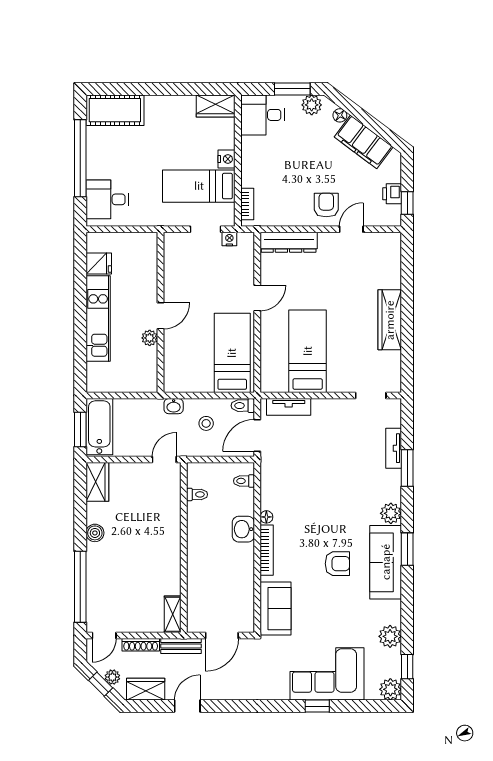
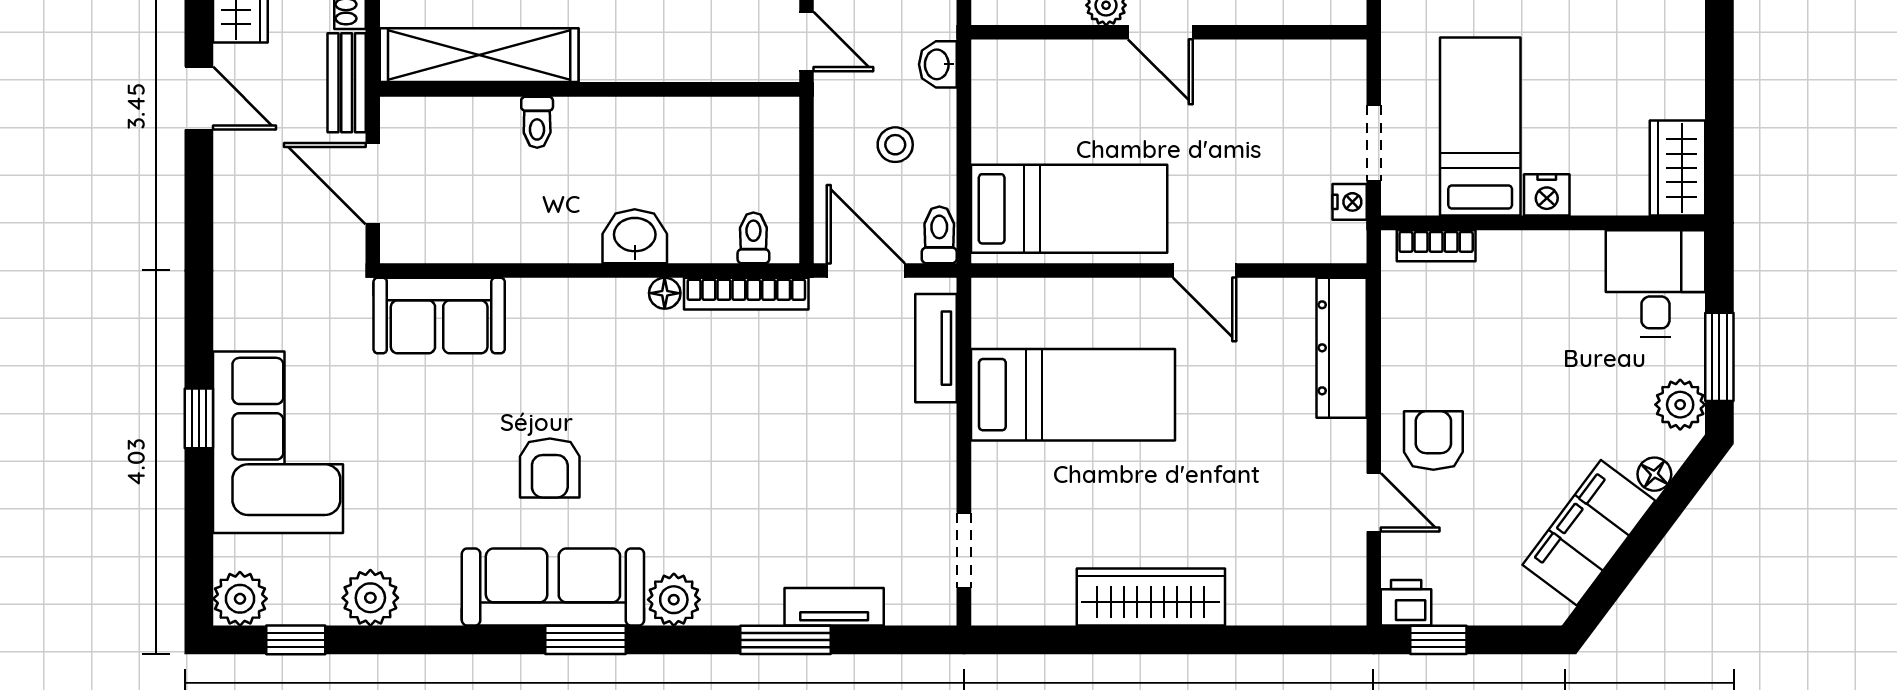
printer: (392, 194) -> (1406, 603), moved
armchair: (326, 205) -> (1433, 440), turned -90
toilet: (197, 494) -> (537, 122), moved
bookcase: (267, 550) -> (746, 294), moved
shelving: (173, 614) -> (479, 55), width x2.20, depth x1.33

